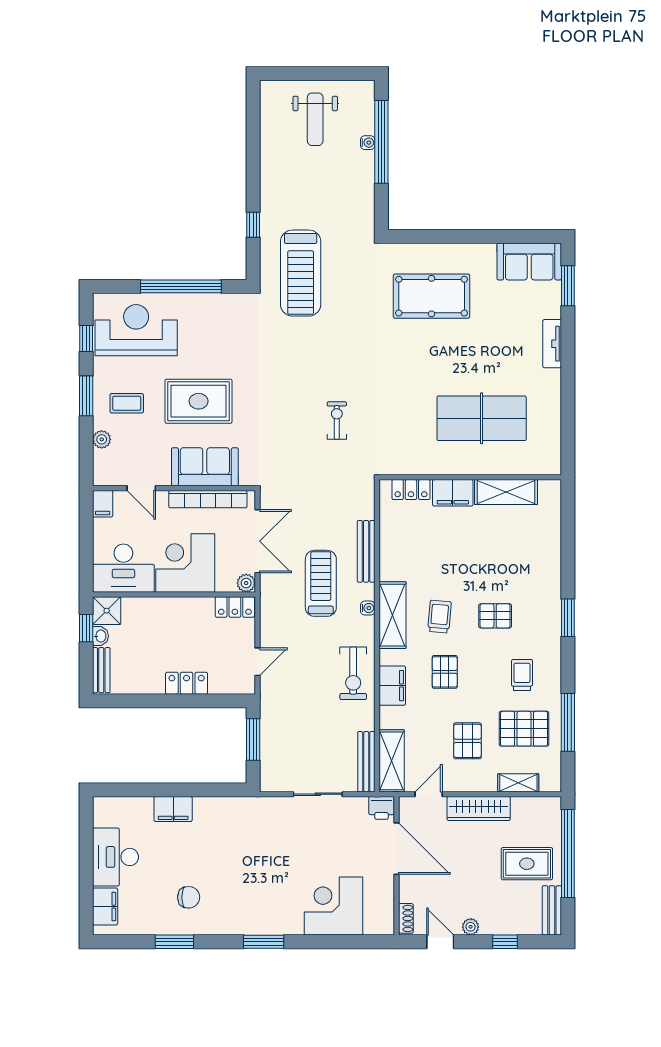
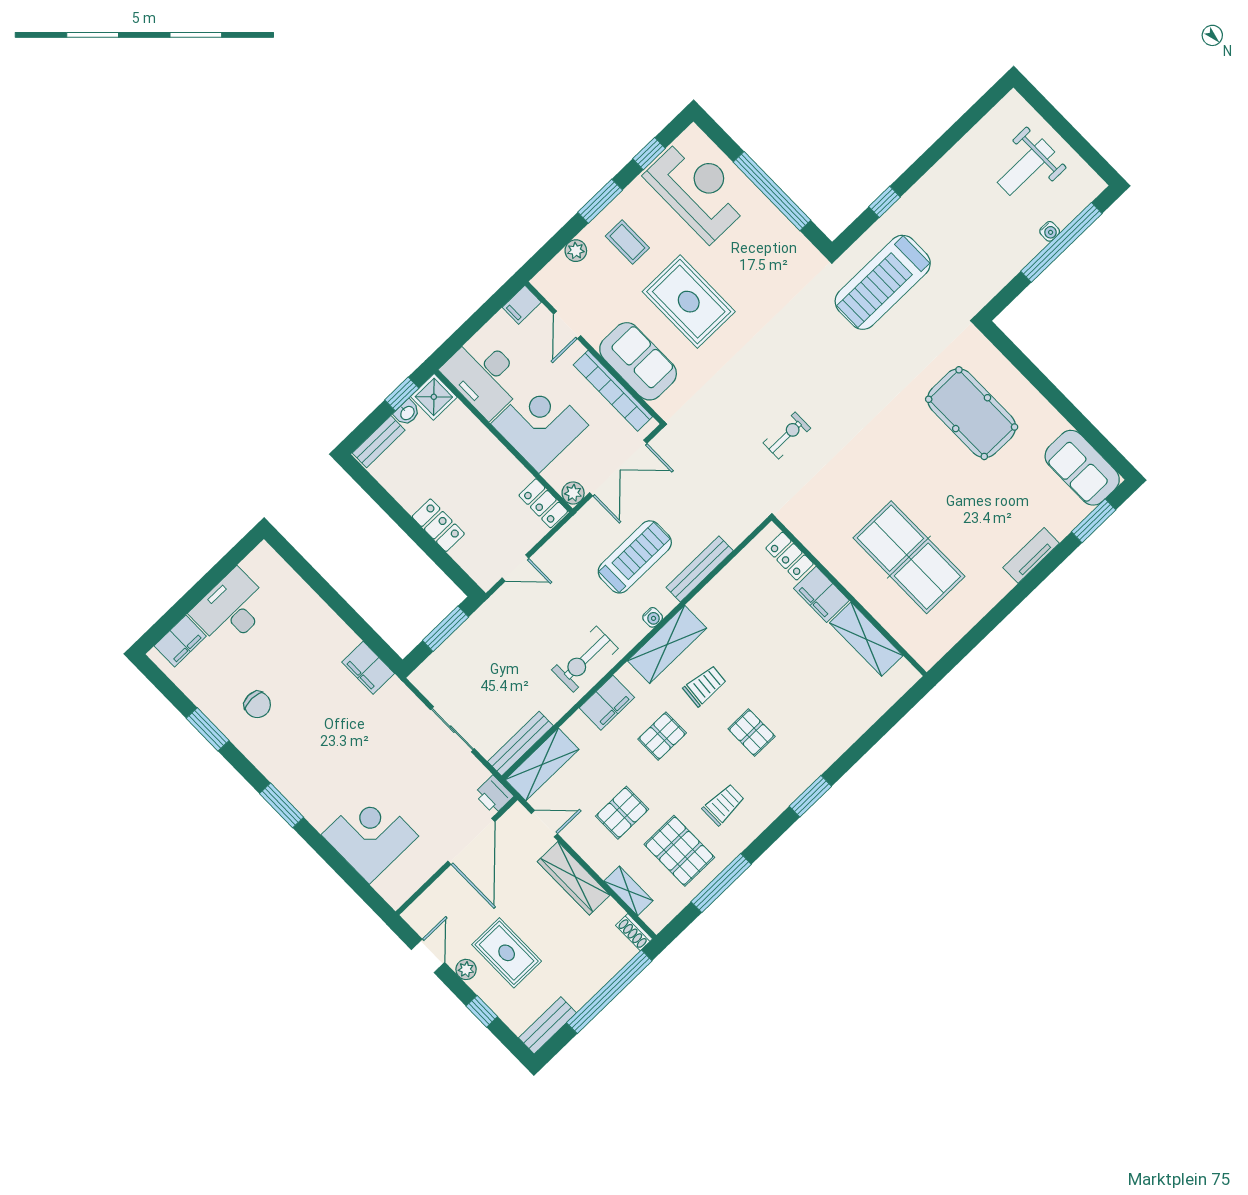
filing cabinet: (173, 809) -> (368, 668), moved
rug: (527, 864) -> (507, 953), moved
shoe rack: (406, 918) -> (634, 932), moved, turned 90

